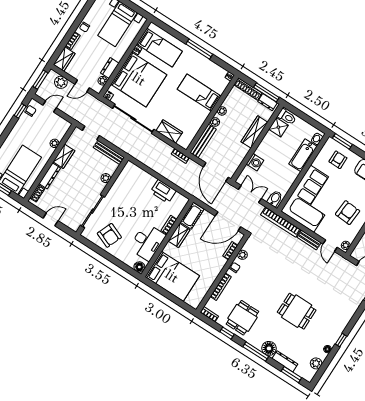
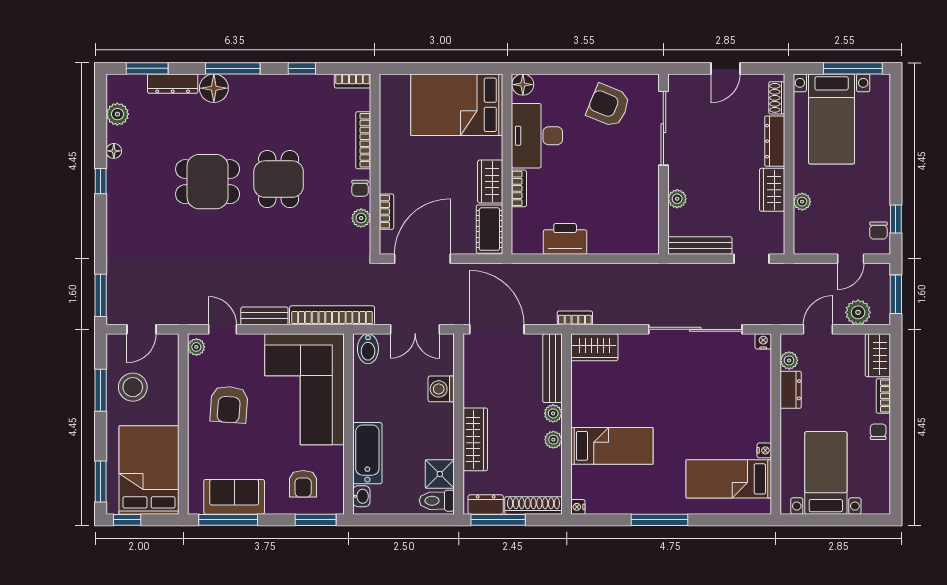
bed: (139, 79) -> (729, 402), removed
wardrobe: (169, 131) -> (594, 347), moved
dining table: (242, 318) -> (279, 179), moved

